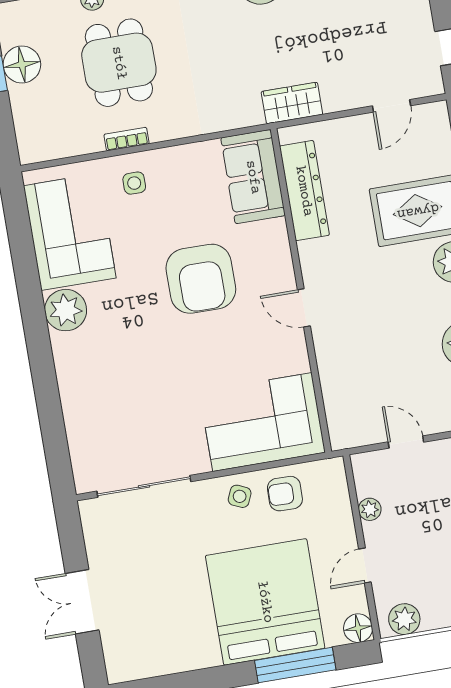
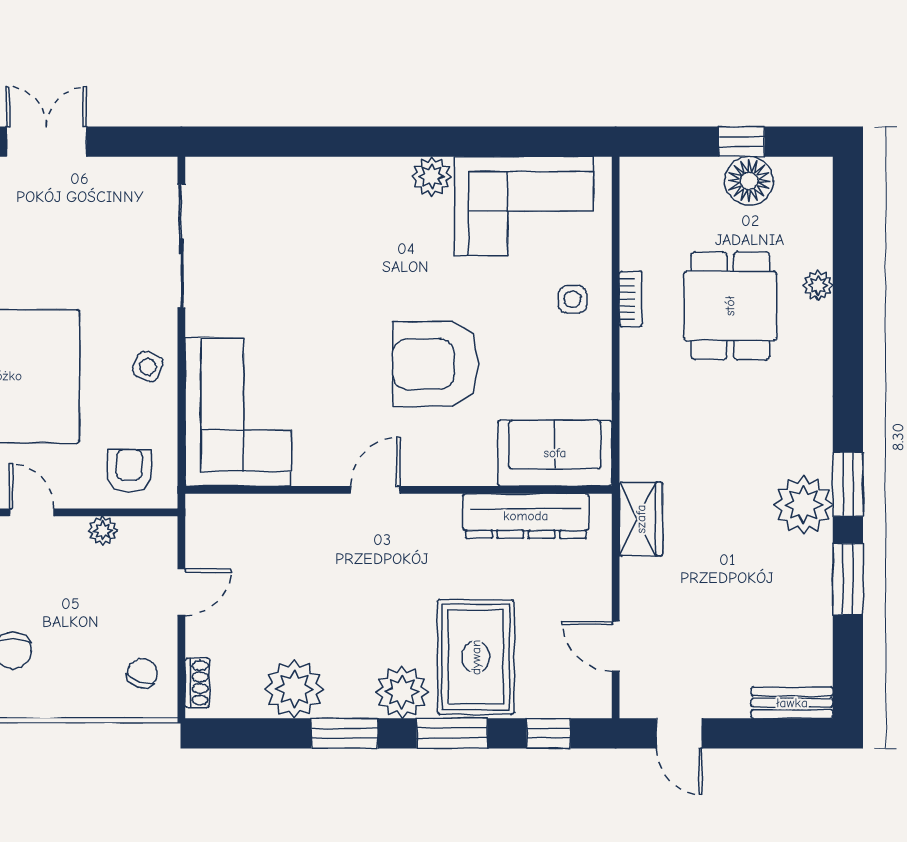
dining table: (119, 63) -> (730, 306), turned 90
plant: (66, 310) -> (432, 177), width x0.73, depth x0.73
armchair: (285, 494) -> (129, 471), moved

